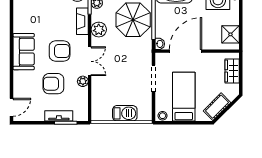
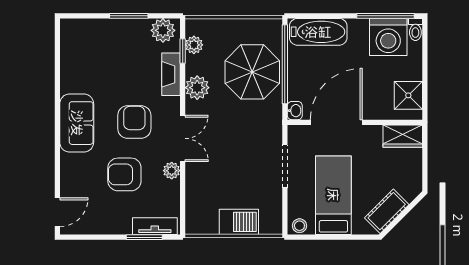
armchair: (60, 51) -> (134, 122), turned -90
wardrobe: (232, 71) -> (403, 136), moved, turned -90
tv unit: (59, 116) -> (155, 226), moved

